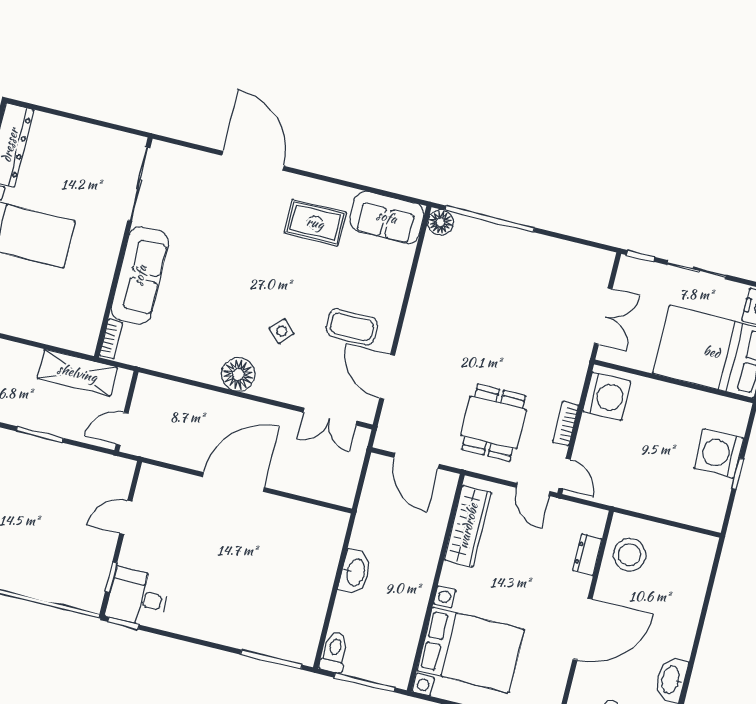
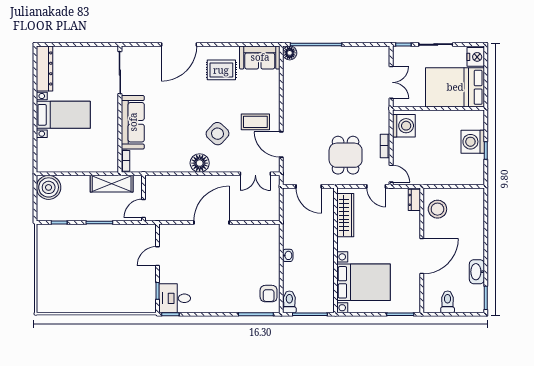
door: (253, 161) -> (179, 44), swing flipped
side table: (282, 331) -> (218, 134), width x1.87, depth x1.87
dresser: (587, 555) -> (414, 200), moved
washbasin: (355, 572) -> (288, 255), width x0.52, depth x0.69
armchair: (302, 629) -> (269, 294), added

